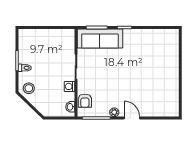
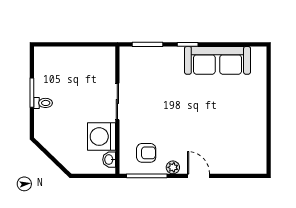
sofa: (100, 38) -> (217, 60), moved
washing machine: (70, 86) -> (101, 137), width x1.89, depth x1.89
stool: (29, 88) -> (49, 133), removed
armchair: (85, 101) -> (146, 153), moved, turned -90

